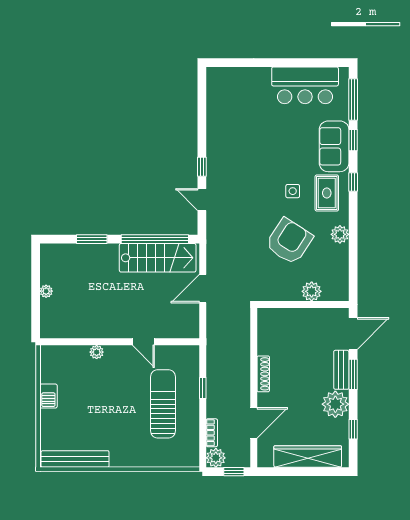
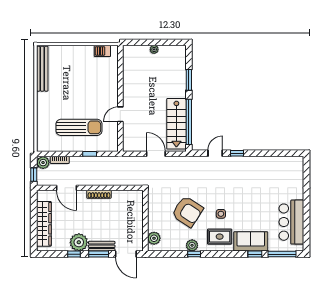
window: (353, 182) -> (194, 254), moved
plant: (312, 291) -> (154, 238), moved
plant: (97, 352) -> (114, 83), removed
barbecue: (48, 396) -> (102, 51), moved
window: (353, 429) -> (74, 254), moved

